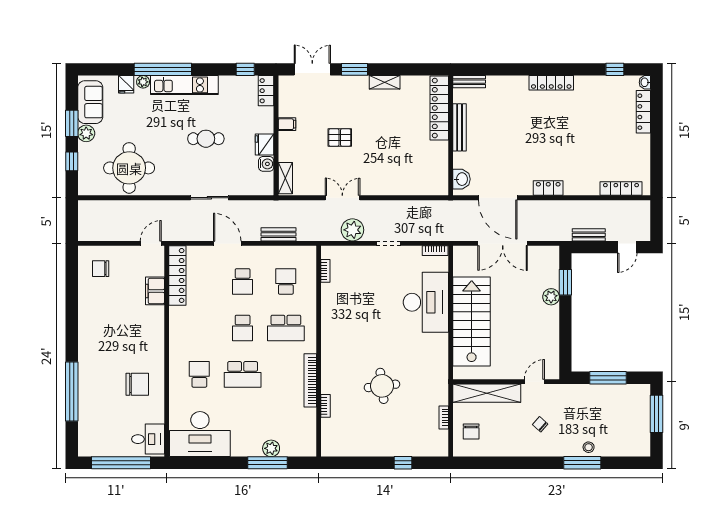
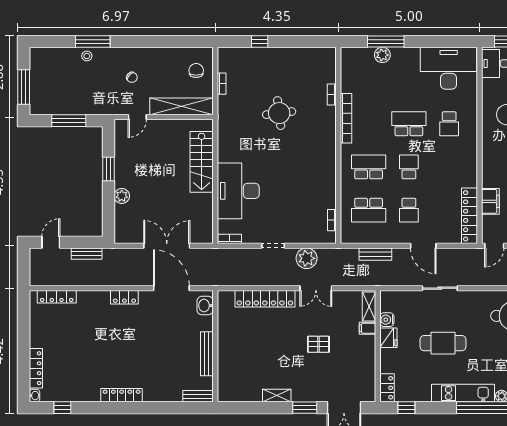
locker: (439, 108) -> (265, 299), moved, turned 90
filing cabinet: (287, 124) -> (368, 328), moved
cafe table: (206, 139) -> (443, 343), width x1.37, depth x1.35
school desk: (243, 281) -> (409, 210), turned 180
school desk: (286, 281) -> (369, 210), width x1.85
window: (565, 282) -> (108, 169), moved
stairs: (472, 322) -> (202, 162), width x0.73, depth x0.66

